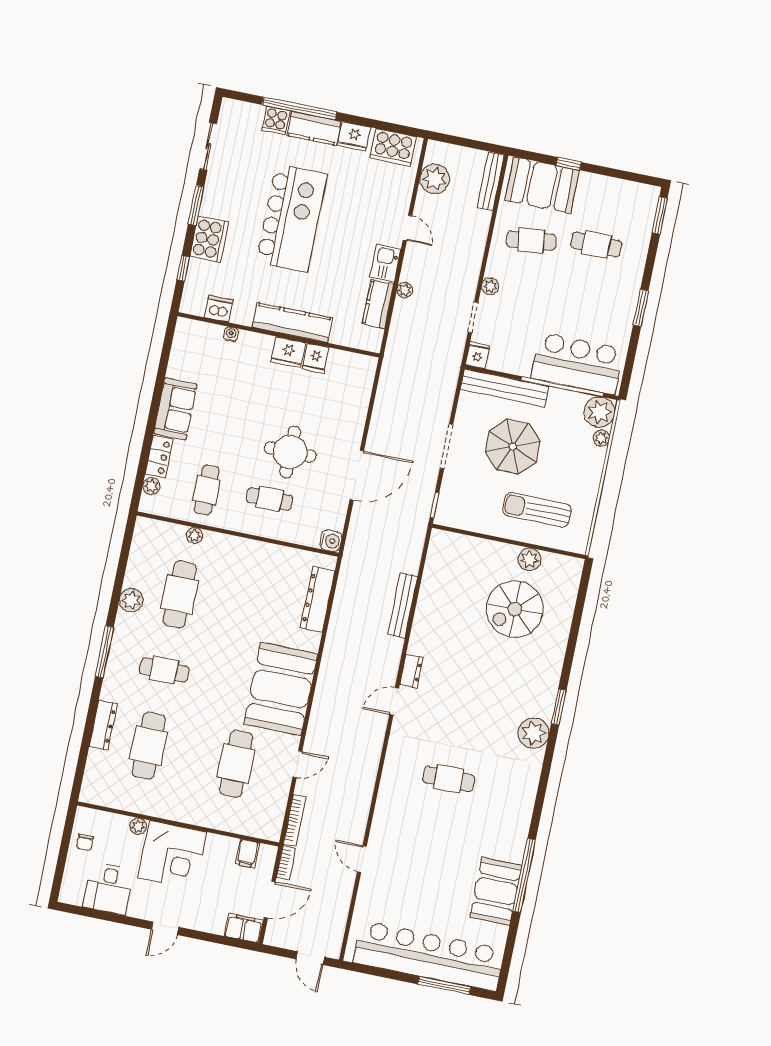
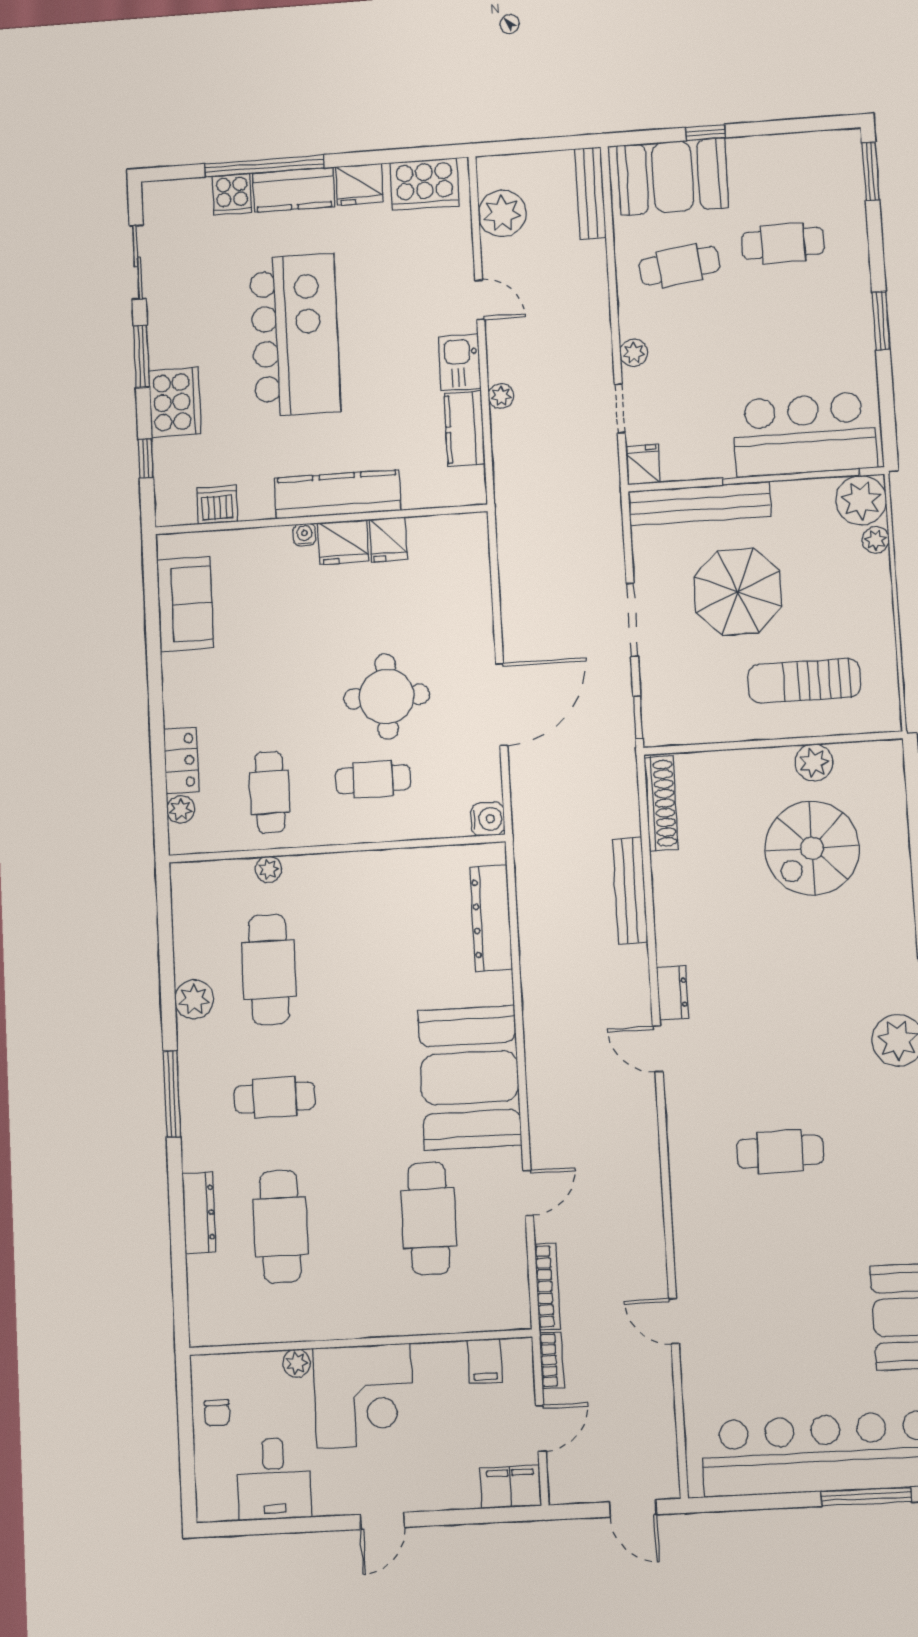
water cooler: (231, 334) -> (304, 535), moved
sofa: (175, 409) -> (185, 604), moved
shoe rack: (435, 559) -> (661, 803), added
door: (394, 701) -> (658, 1049), hinge flipped
door: (270, 900) -> (541, 1428), width x0.73

